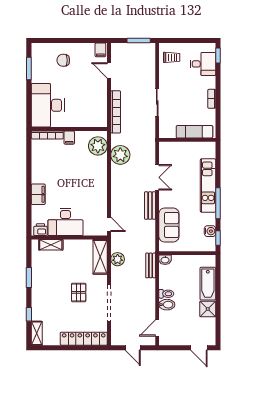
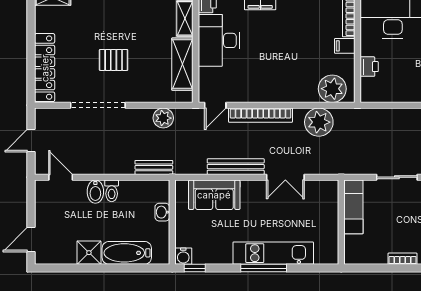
bookcase: (116, 112) -> (261, 115), moved
printer: (83, 121) -> (369, 67), added
exam couch: (194, 132) -> (353, 207), moved
window: (218, 203) -> (264, 268), moved
bench: (150, 206) -> (236, 167), width x1.36
water cooler: (210, 231) -> (183, 256), moved
shelving: (100, 257) -> (182, 64), moved, turned 90
washbasin: (165, 260) -> (162, 212), moved

